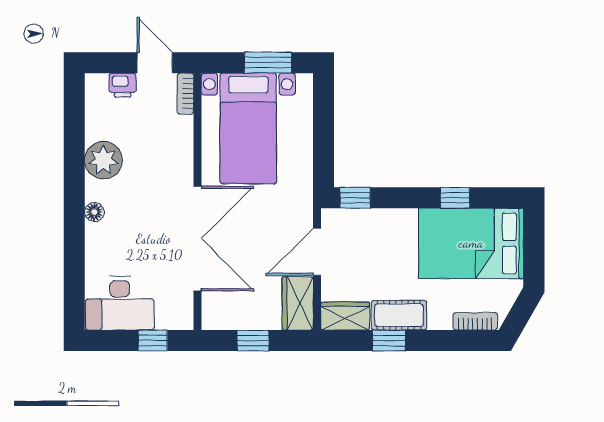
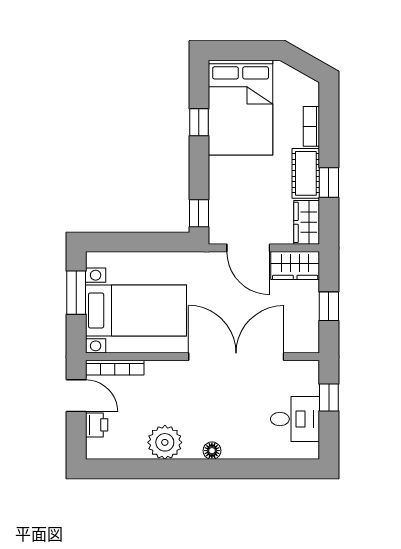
door: (155, 63) -> (76, 396), swing flipped
bookcase: (185, 94) -> (115, 368), width x1.56
desk: (120, 303) -> (295, 419), width x0.73
bookcase: (475, 321) -> (311, 126), moved

